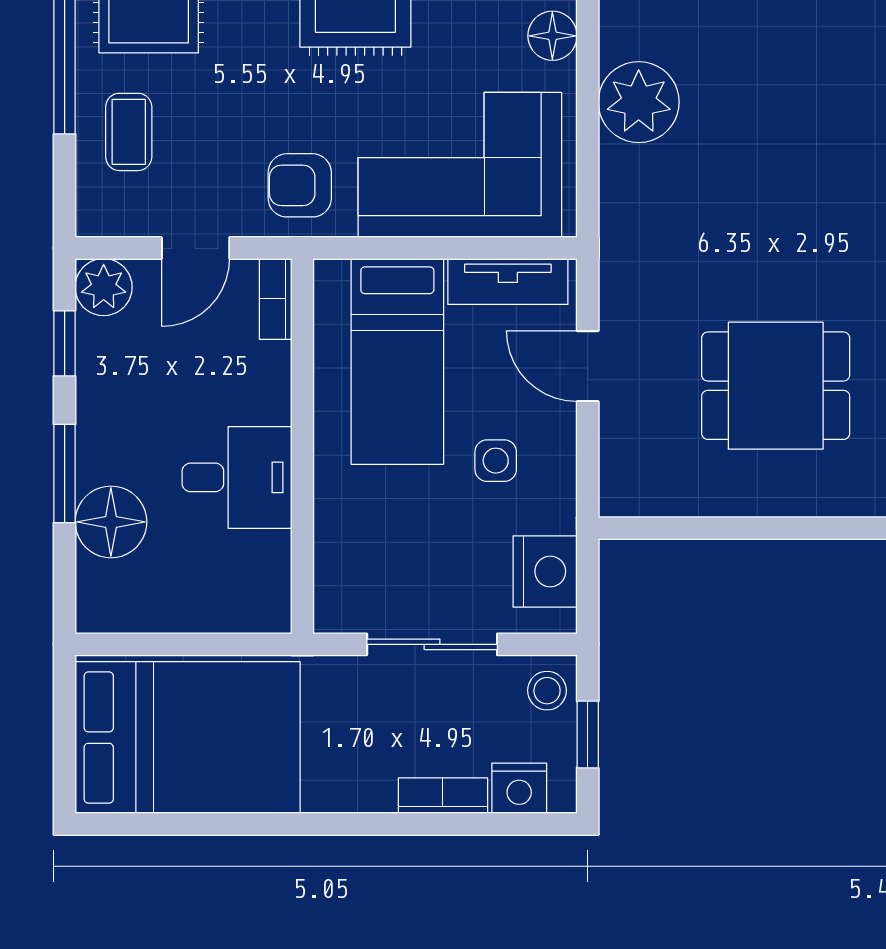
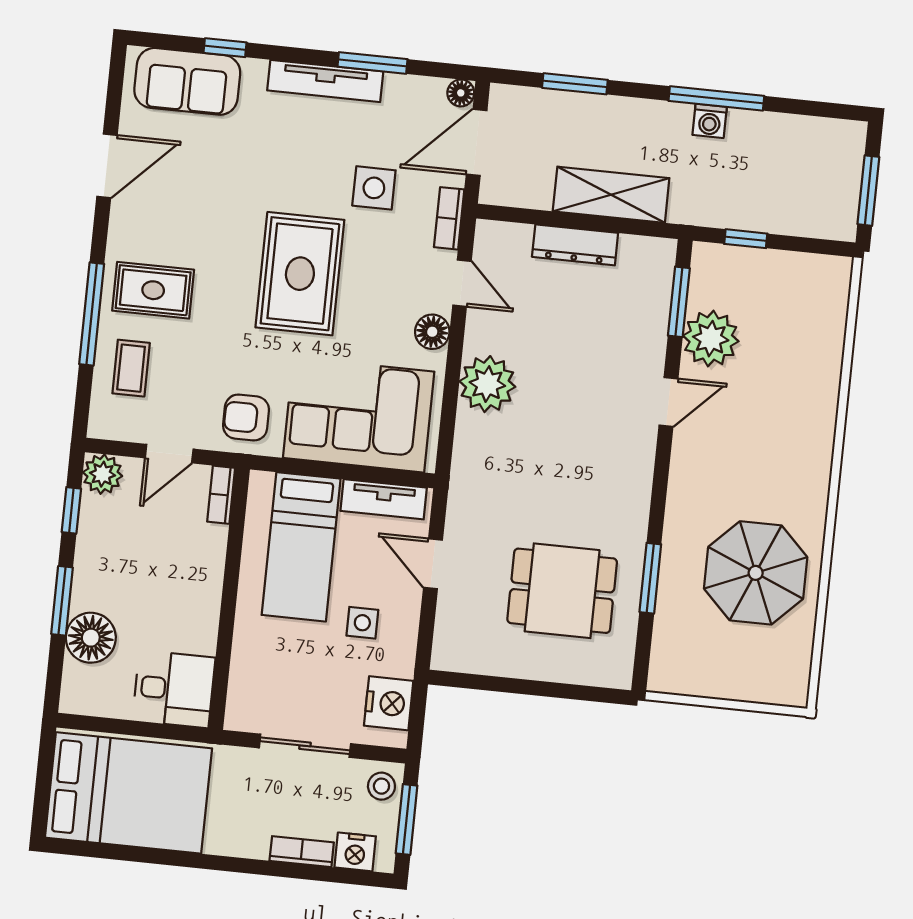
desk: (237, 477) -> (174, 689), moved
window: (588, 734) -> (407, 819), width x1.50

